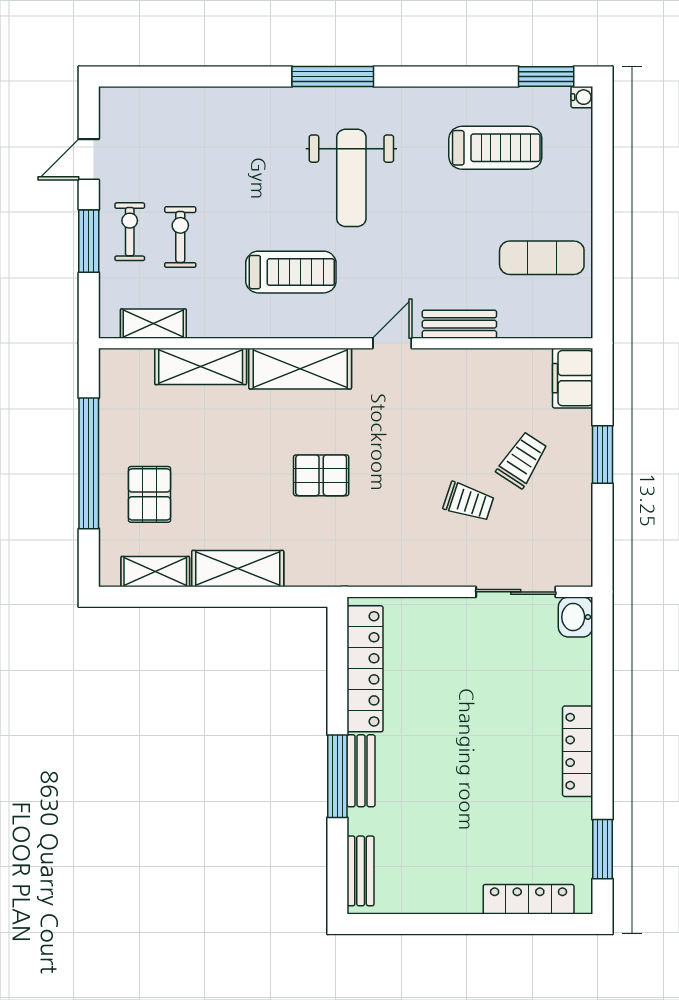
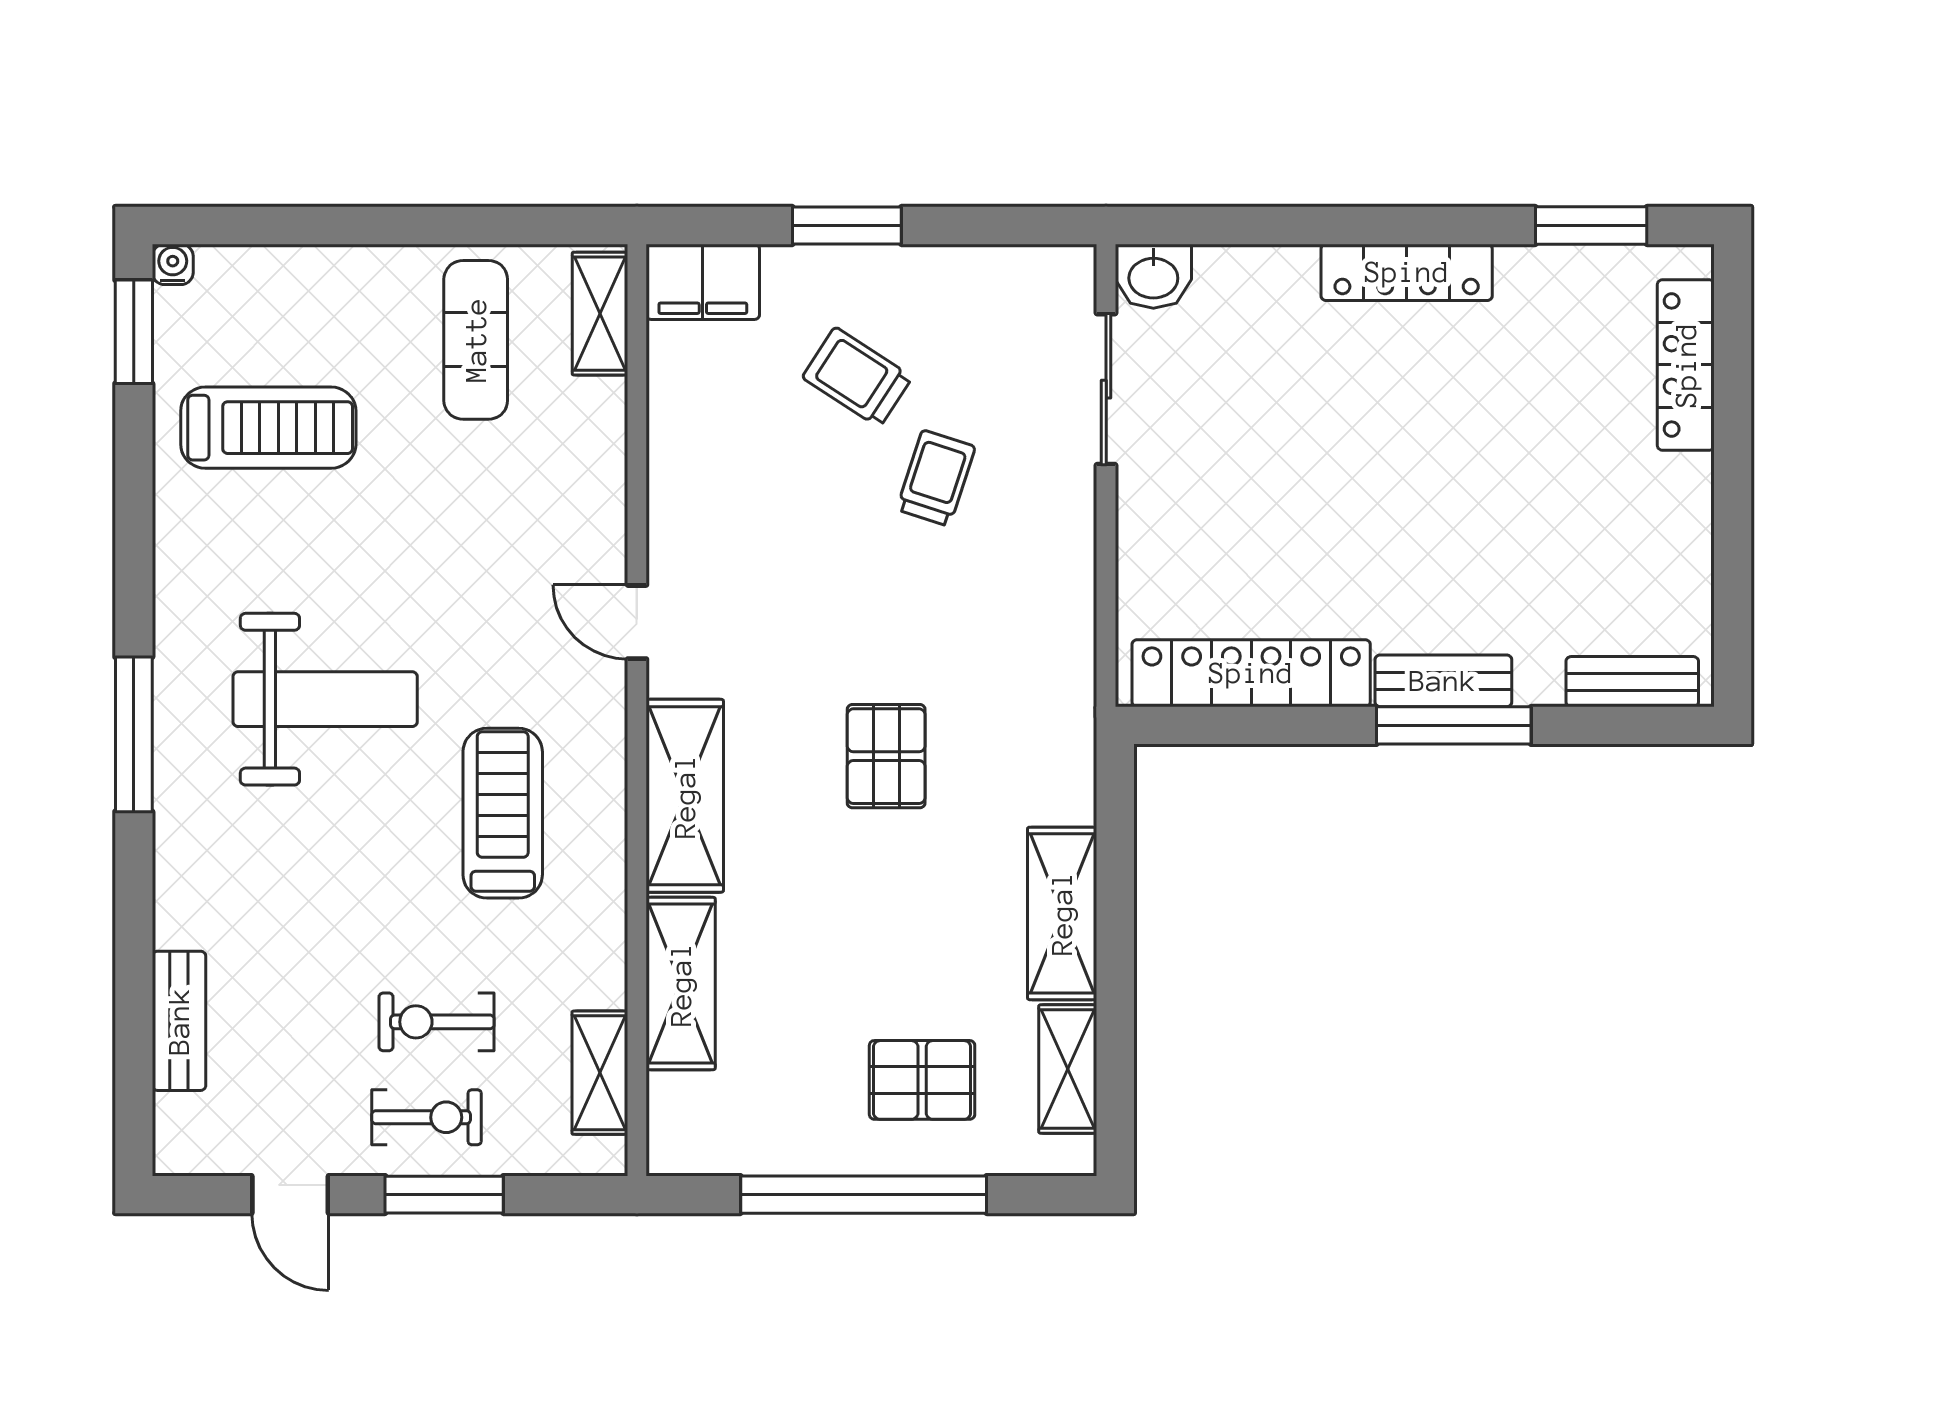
treadmill: (495, 148) -> (268, 428), turned 90
exercise bike: (130, 232) -> (427, 1117), turned 180
bench: (459, 324) -> (179, 1021), moved
shelving: (556, 324) -> (600, 314), added

